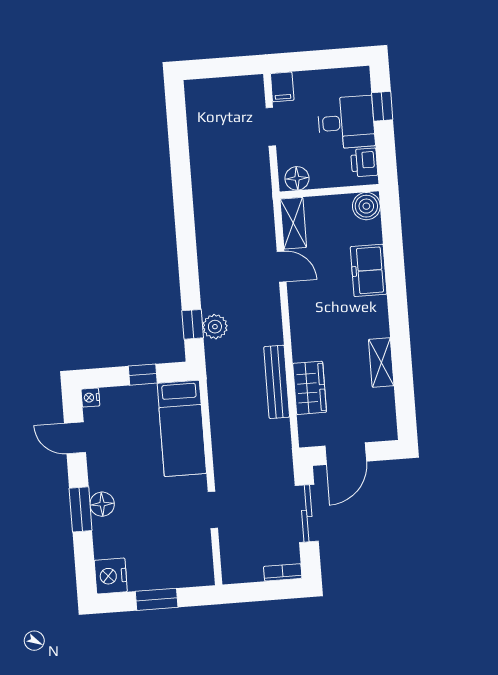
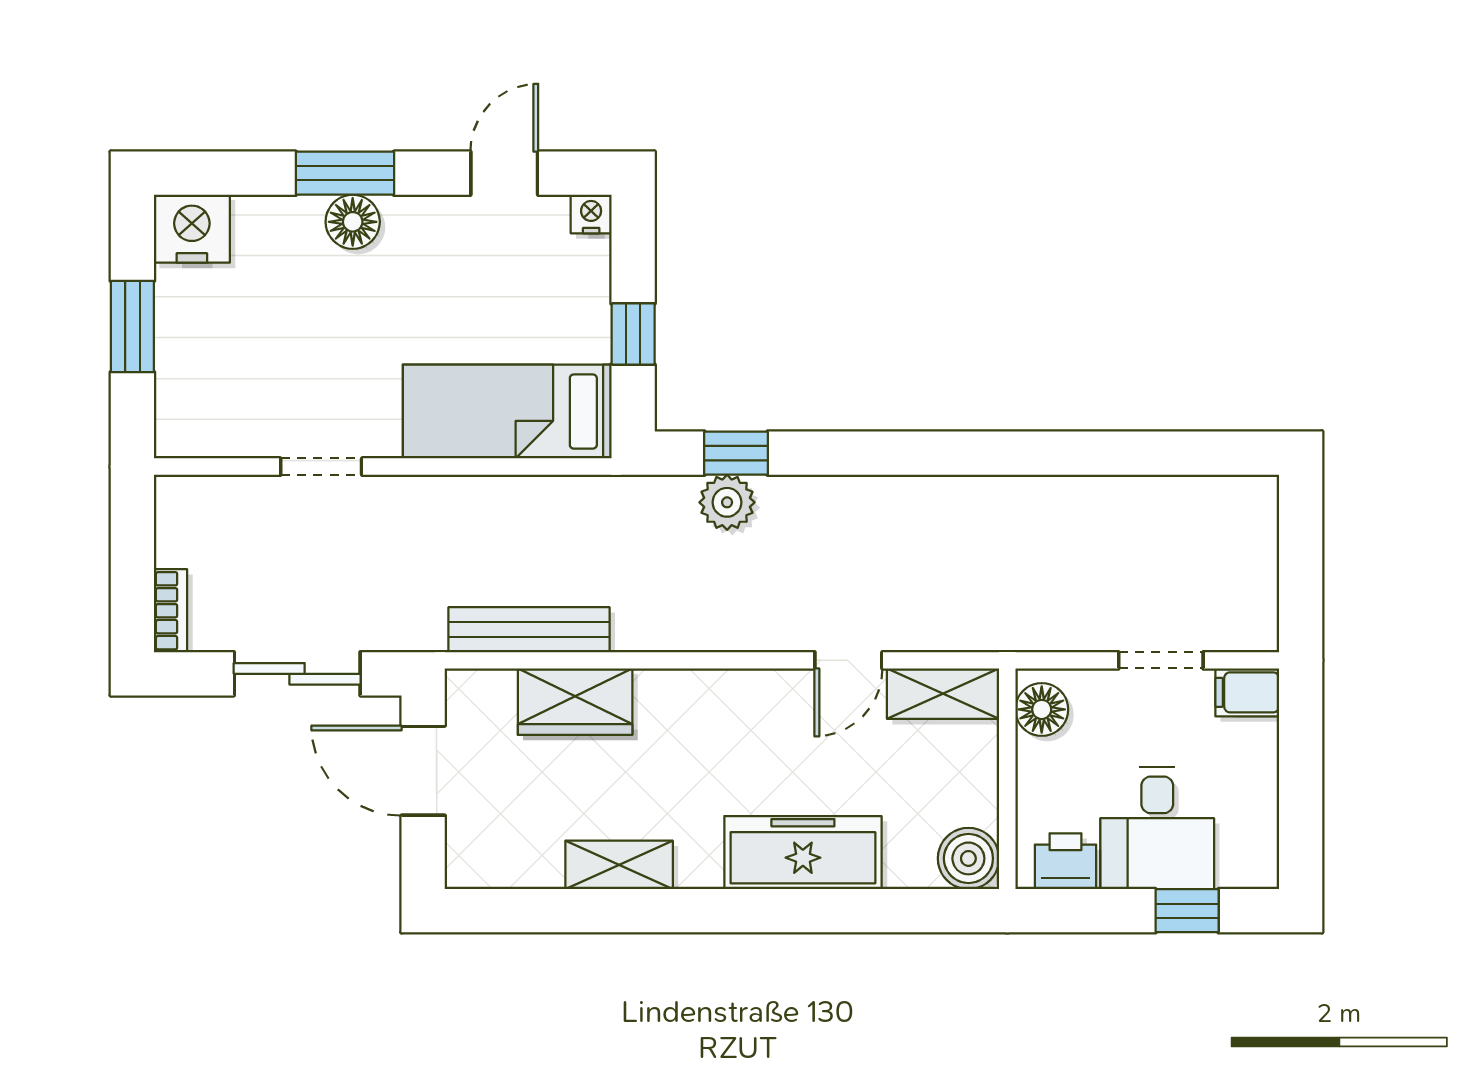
freezer: (369, 270) -> (803, 853), width x1.40
bench: (277, 382) -> (529, 630), moved

